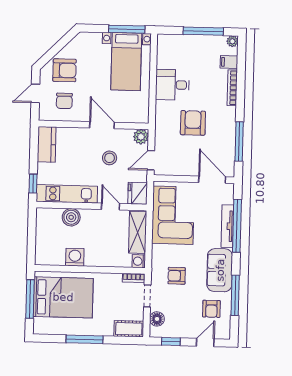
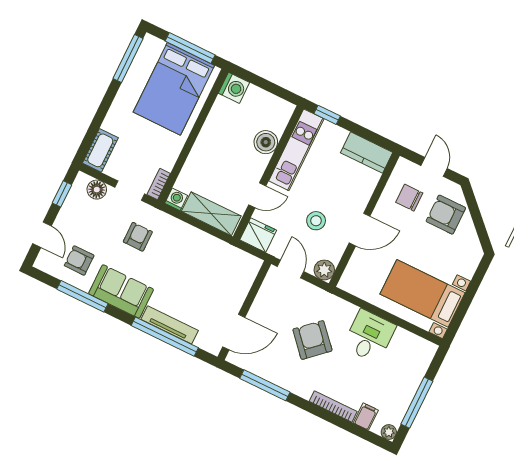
window: (127, 29) -> (461, 312), removed
armchair: (64, 70) -> (446, 215), turned 90
armchair: (193, 123) -> (312, 340), turned -132
corner sofa: (173, 215) -> (213, 266), removed
washing machine: (75, 257) -> (234, 88), moved
window: (85, 339) -> (128, 58), moved

